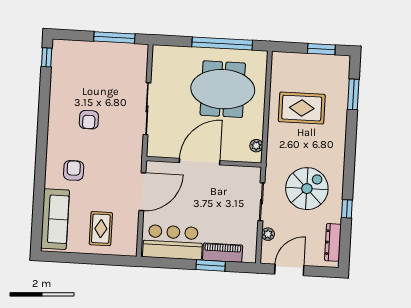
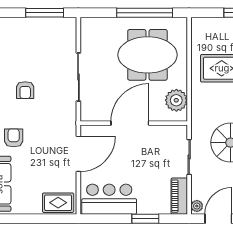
plant: (256, 146) -> (176, 100), width x1.88, depth x1.88
rug: (101, 229) -> (58, 203), moved, turned 90
plant: (268, 234) -> (197, 206), moved
piano: (223, 253) -> (179, 196), moved, turned -90

